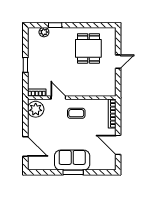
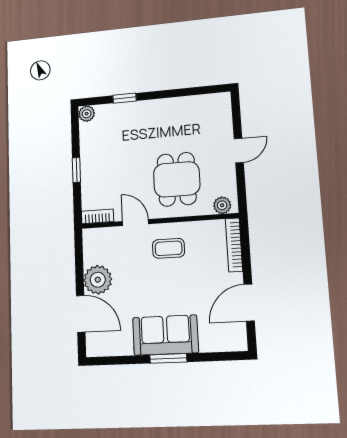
plant: (44, 32) -> (87, 114), moved
dining table: (88, 48) -> (177, 179), moved
plant: (107, 91) -> (222, 205), added
plant: (36, 109) -> (98, 280), moved
door: (118, 145) -> (249, 303), hinge flipped

